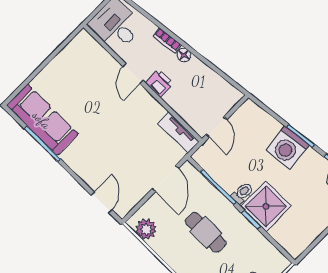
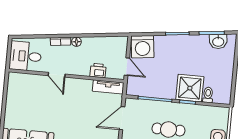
printer: (159, 83) -> (98, 70), moved
washing machine: (287, 148) -> (143, 47), moved
door: (165, 179) -> (122, 118), swing flipped
toilet: (242, 193) -> (208, 95), moved

